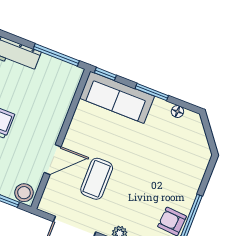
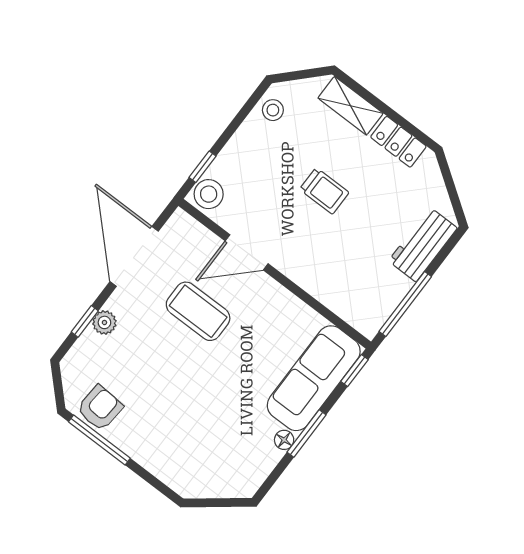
floor lamp: (177, 112) -> (284, 440), moved
door: (53, 160) -> (247, 252), hinge flipped

